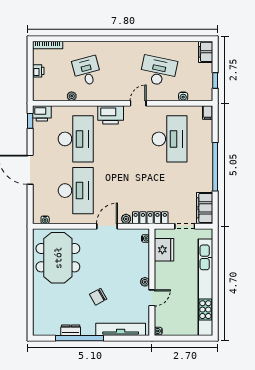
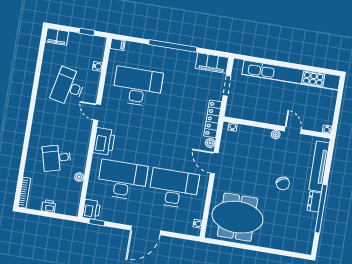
fridge: (164, 250) -> (247, 110), removed
dresser: (71, 330) -> (314, 202), moved

